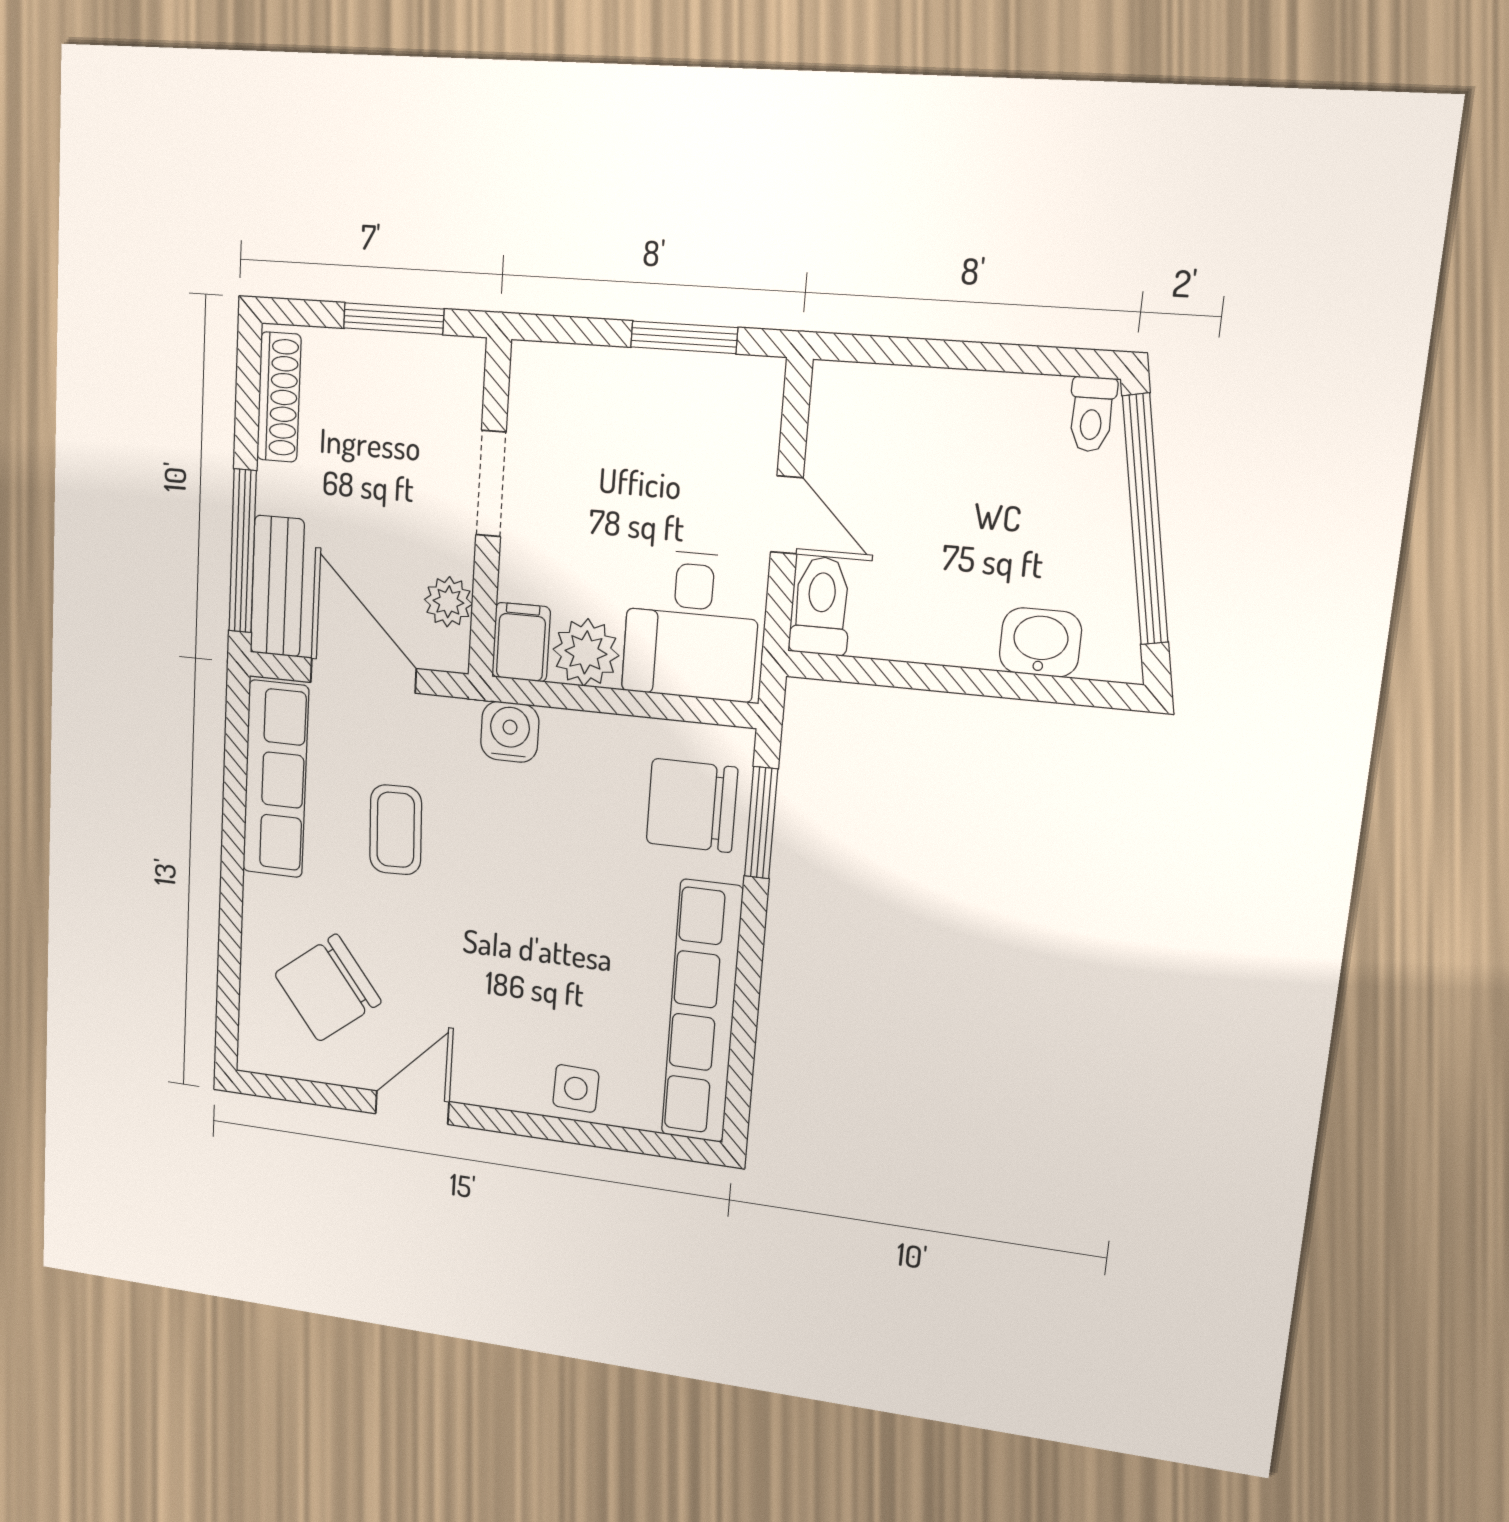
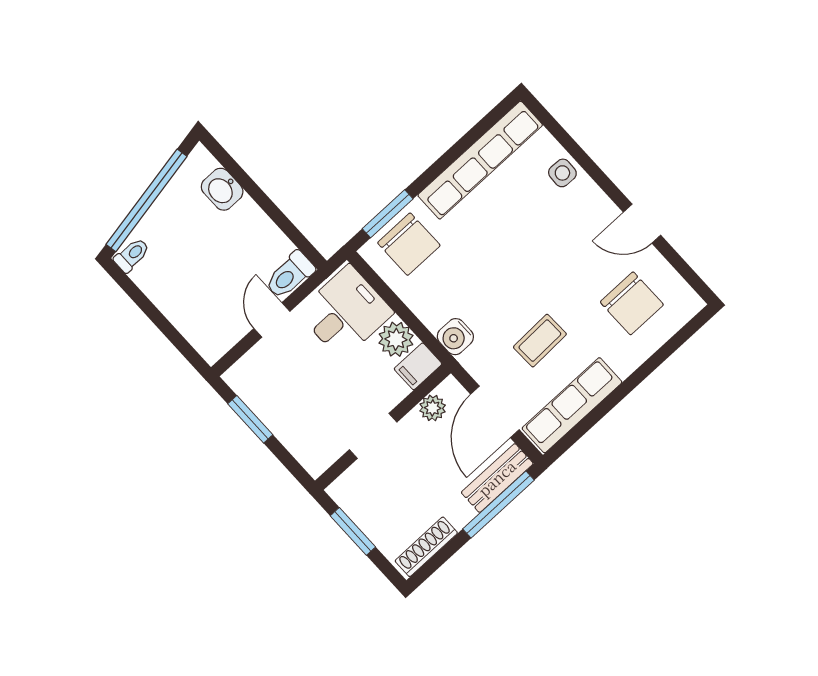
chair: (328, 988) -> (632, 303), turned 38

